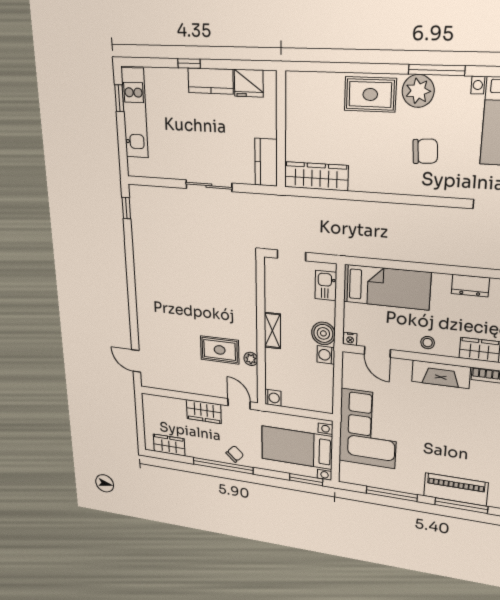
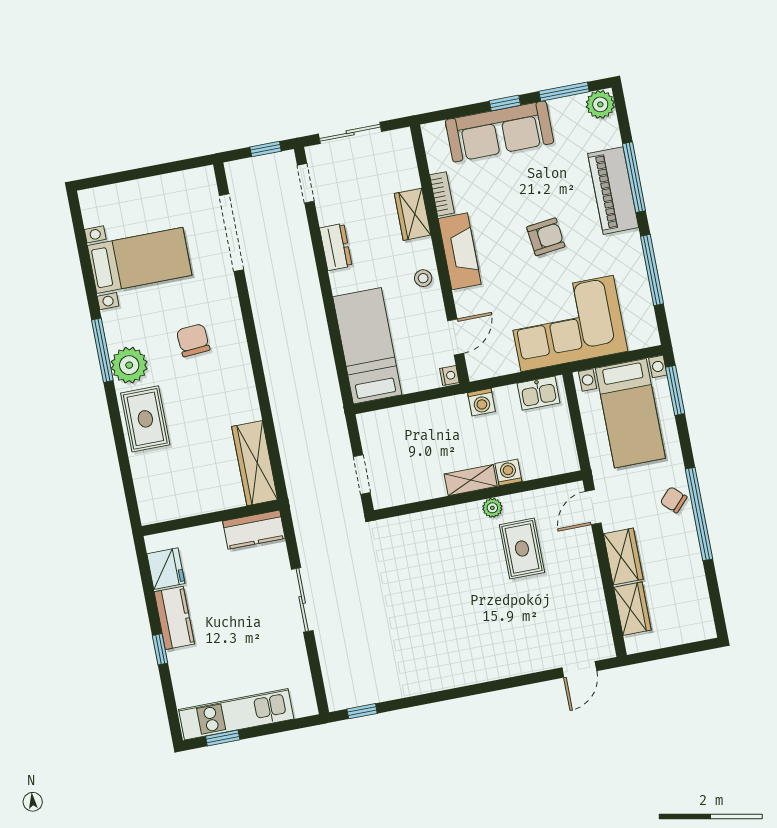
kitchen sink: (326, 285) -> (539, 393), moved
boiler: (323, 333) -> (453, 412), removed
plant: (251, 359) -> (492, 508), moved
washing machine: (273, 398) -> (508, 472), moved
armchair: (435, 435) -> (546, 237), added
wardrobe: (169, 445) -> (632, 609), moved, turned 180

